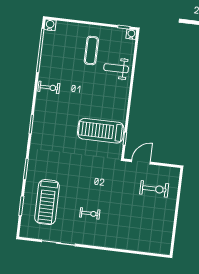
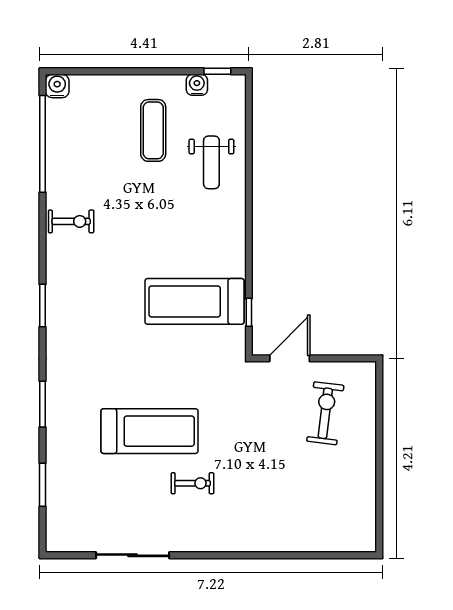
water cooler: (131, 34) -> (197, 85), moved
weight bench: (116, 68) -> (211, 162), turned -90
exercise bike: (154, 189) -> (325, 413), turned -83
treadmill: (47, 202) -> (150, 431), moved, turned -90

